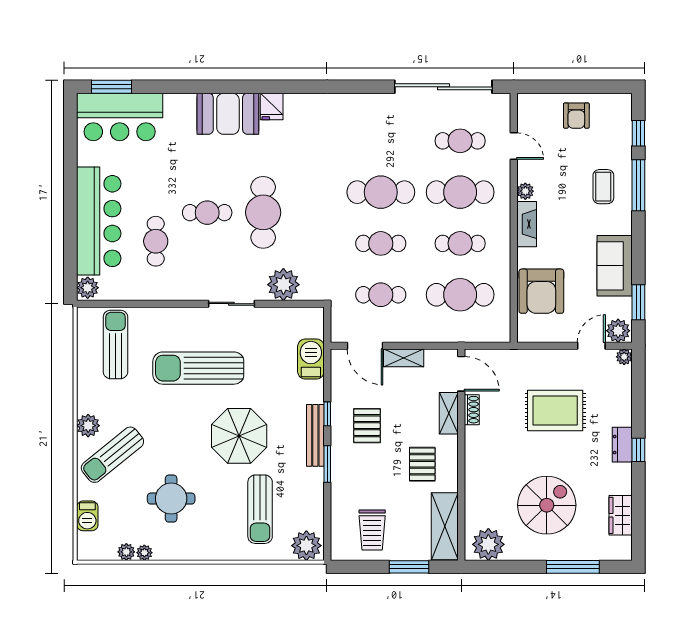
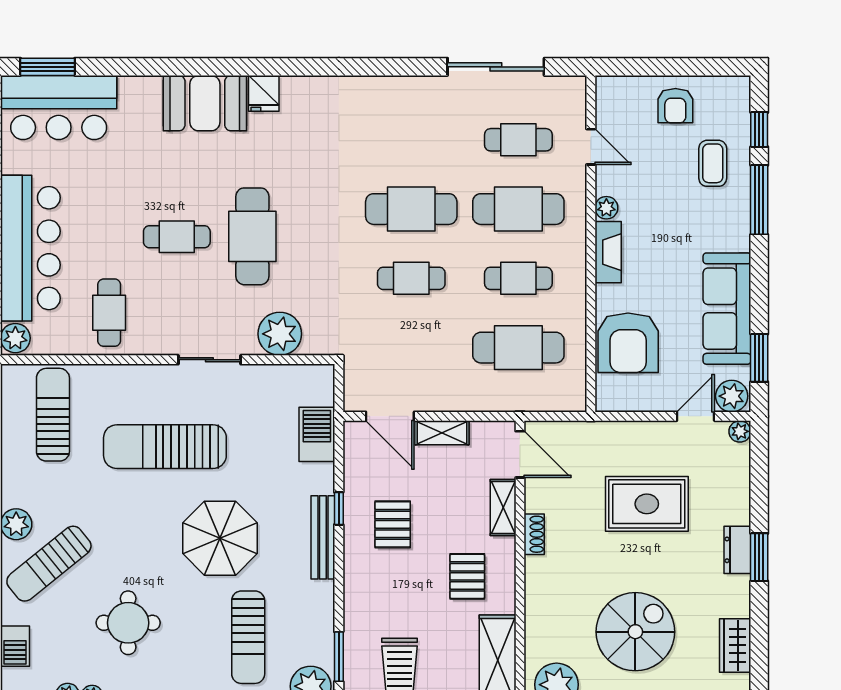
sliding door: (443, 87) -> (496, 67), width x0.73
coffee table: (603, 187) -> (713, 163), moved
cafe table: (156, 241) -> (109, 313), moved
sofa: (615, 266) -> (727, 309), width x1.36
cafe table: (381, 295) -> (411, 348), removed
shoe rack: (472, 410) -> (534, 534), moved
window: (638, 450) -> (759, 557), width x1.50
window: (327, 464) -> (339, 657), moved

